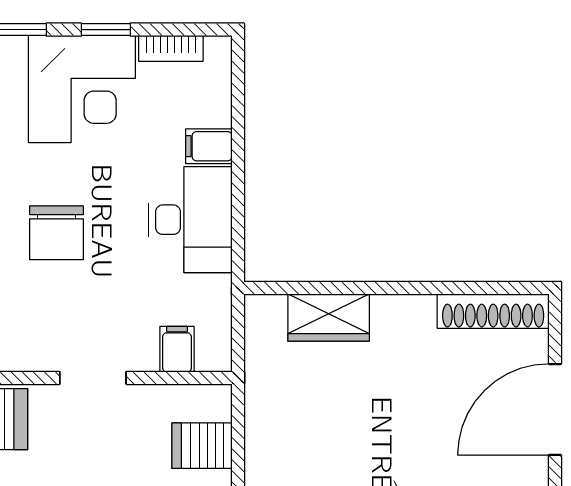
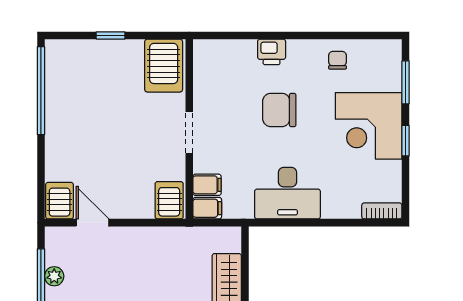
bookcase: (171, 48) -> (382, 211), moved, turned 90
filing cabinet: (209, 146) -> (207, 208), moved, turned 90
server rack: (202, 446) -> (169, 200), moved

